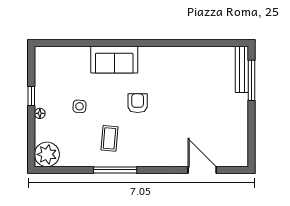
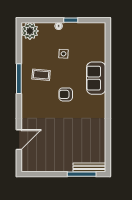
armchair: (138, 103) -> (66, 94), turned 180

